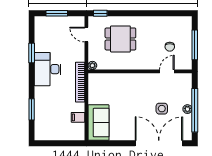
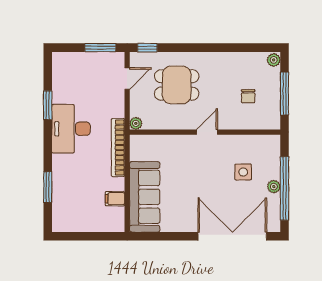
window: (57, 13) -> (100, 48), moved
plant: (187, 22) -> (274, 60), added
door: (86, 35) -> (127, 79), swing flipped
door: (167, 71) -> (207, 132), moved
side table: (162, 109) -> (243, 172), moved
sofa: (98, 123) -> (145, 197), width x1.36

